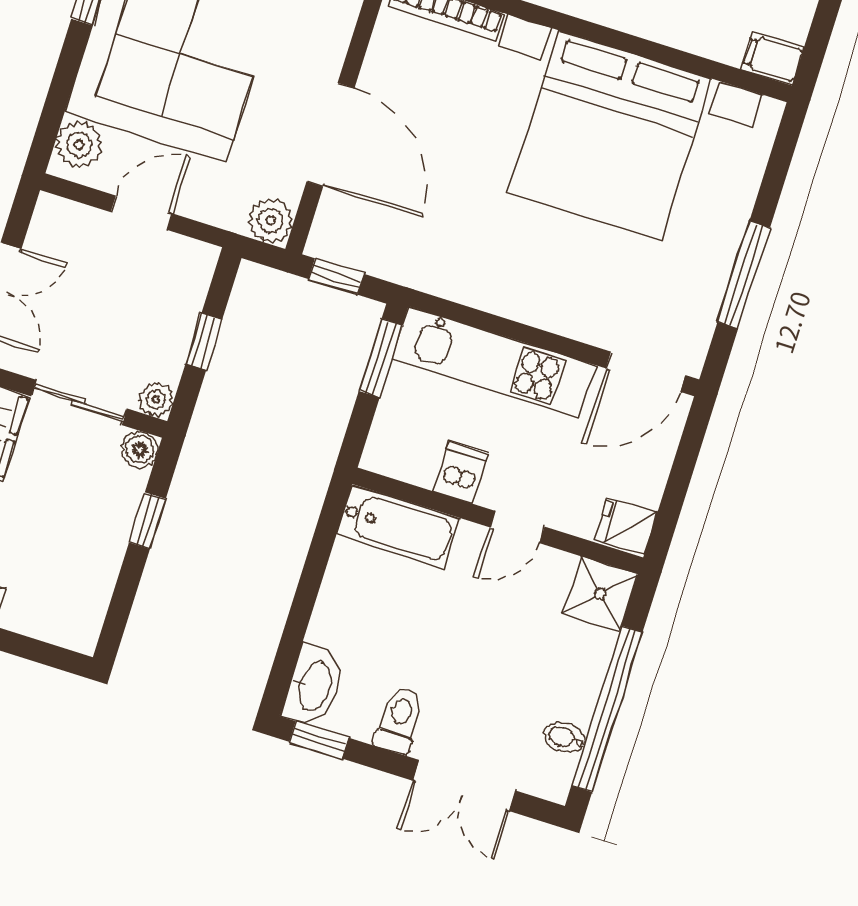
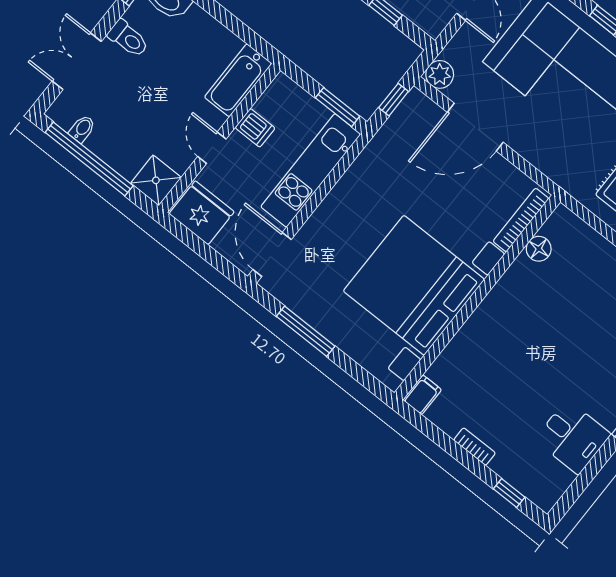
fridge: (626, 526) -> (202, 213), width x1.88, depth x1.34

